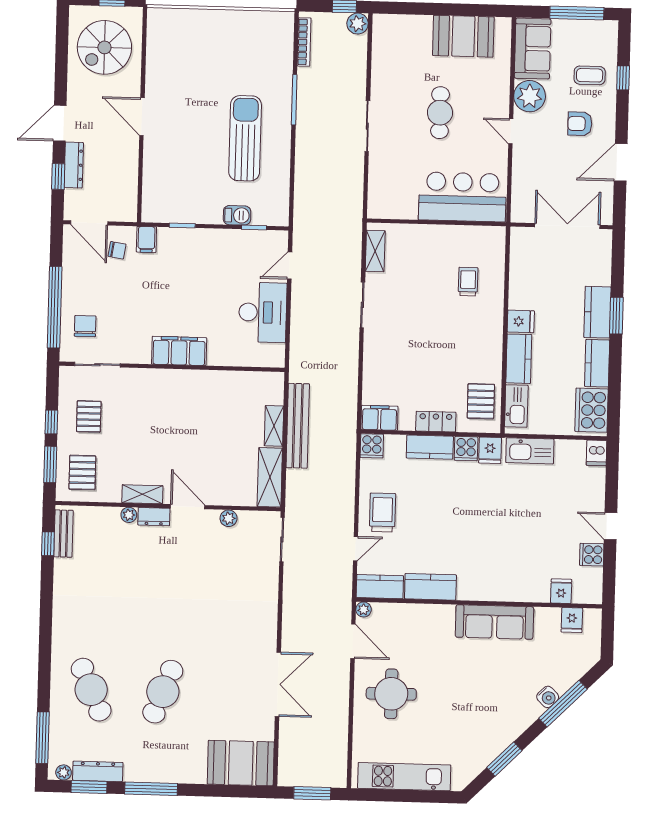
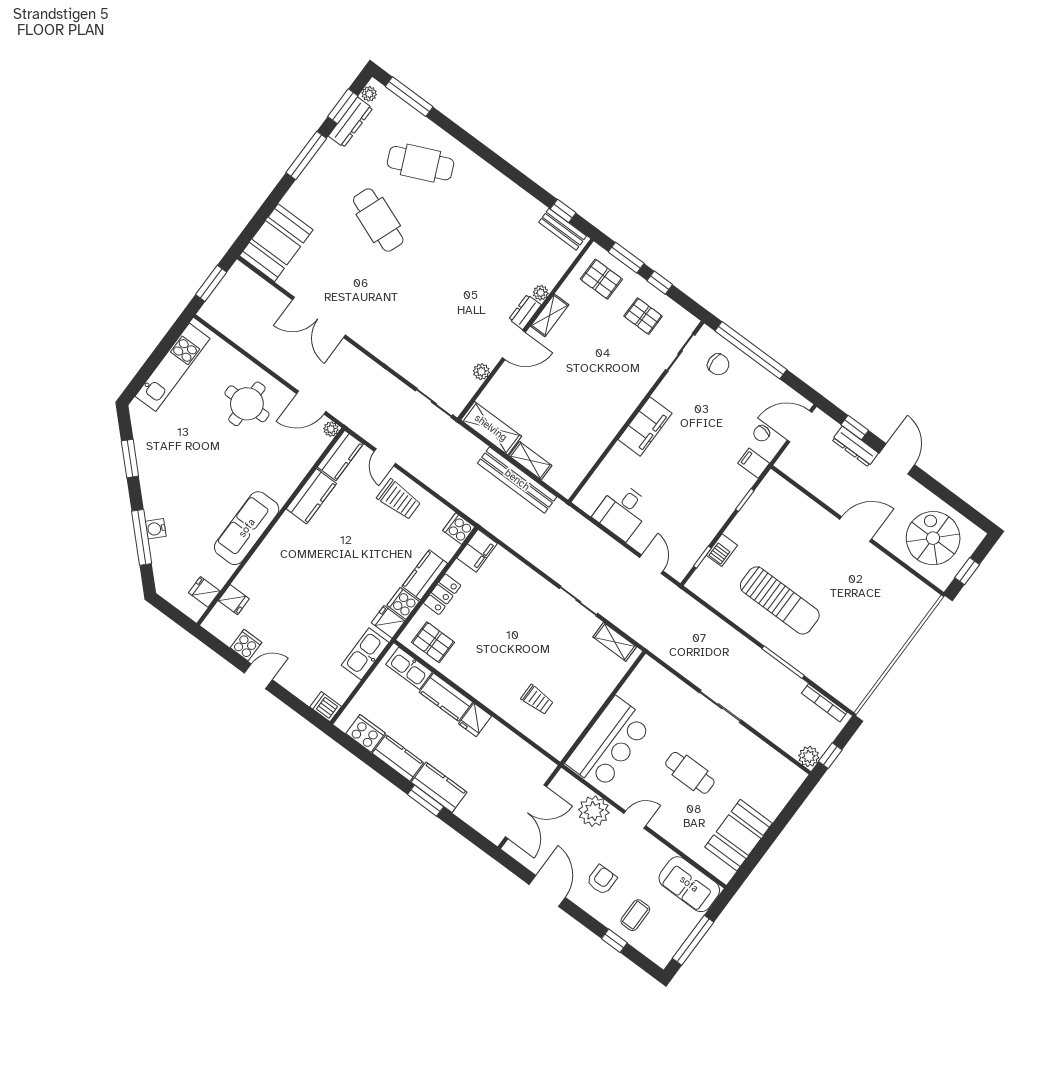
plant: (530, 96) -> (594, 811), moved
desk: (263, 312) -> (622, 511), width x0.73
cooker: (592, 410) -> (366, 733), width x0.73, depth x0.76

